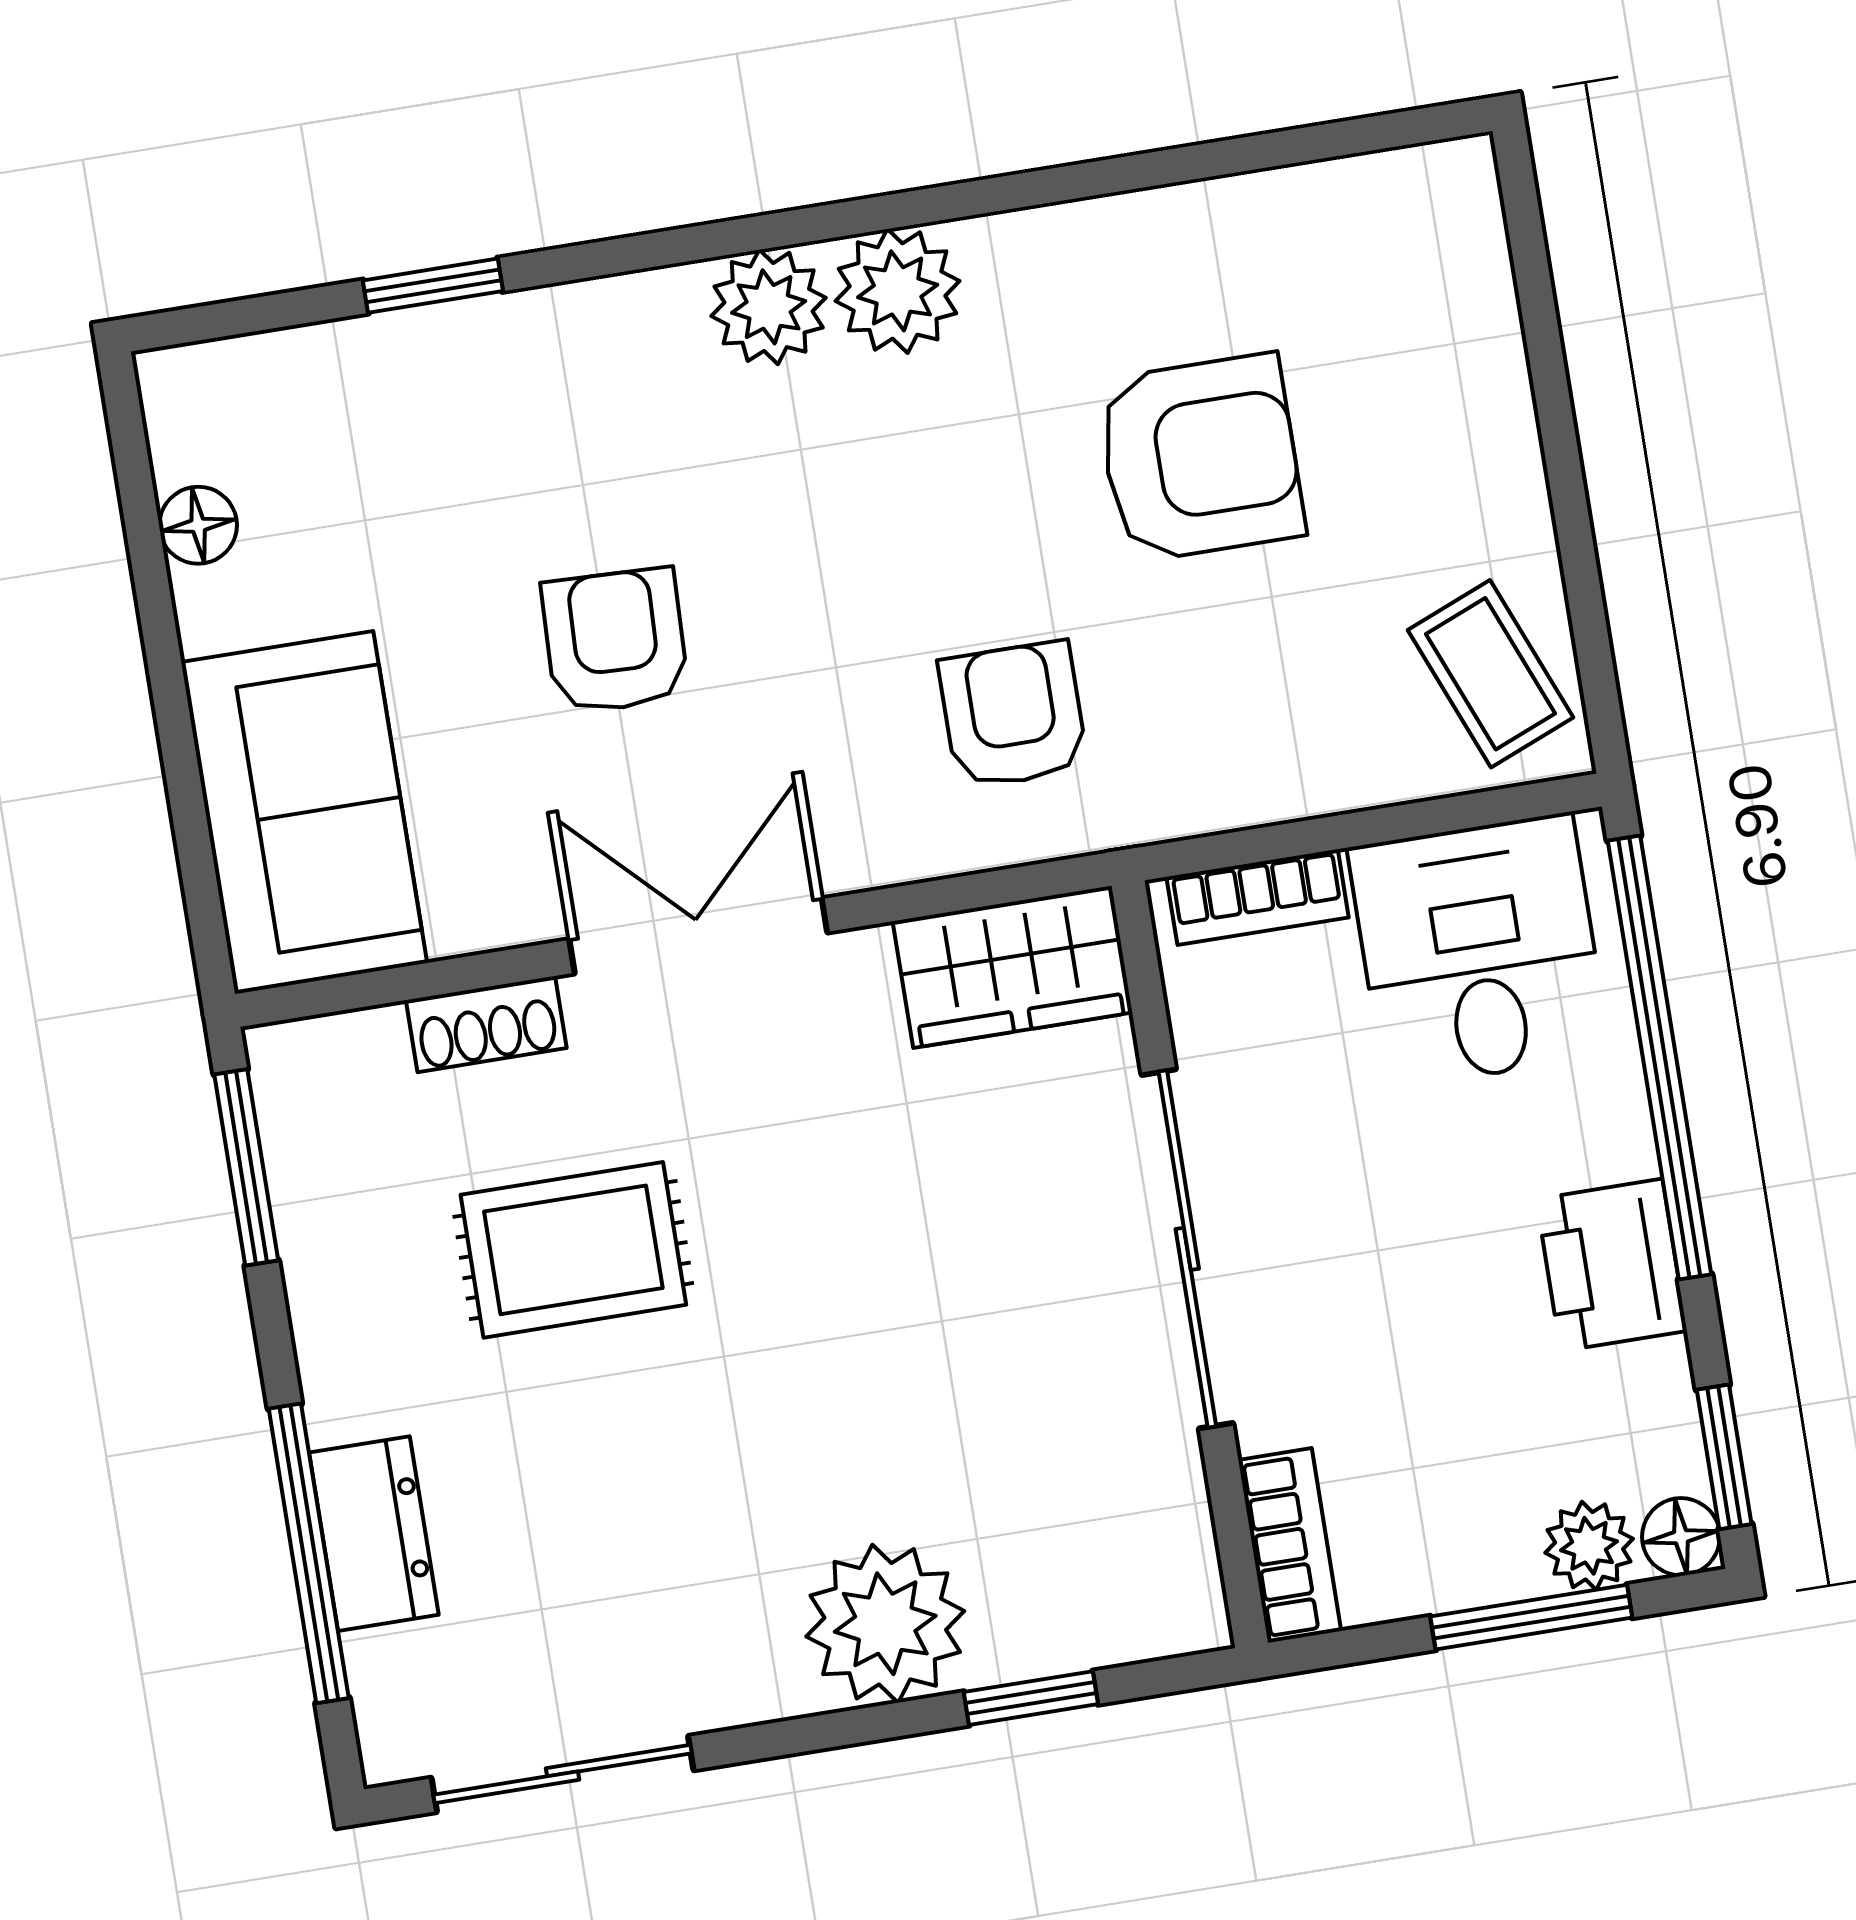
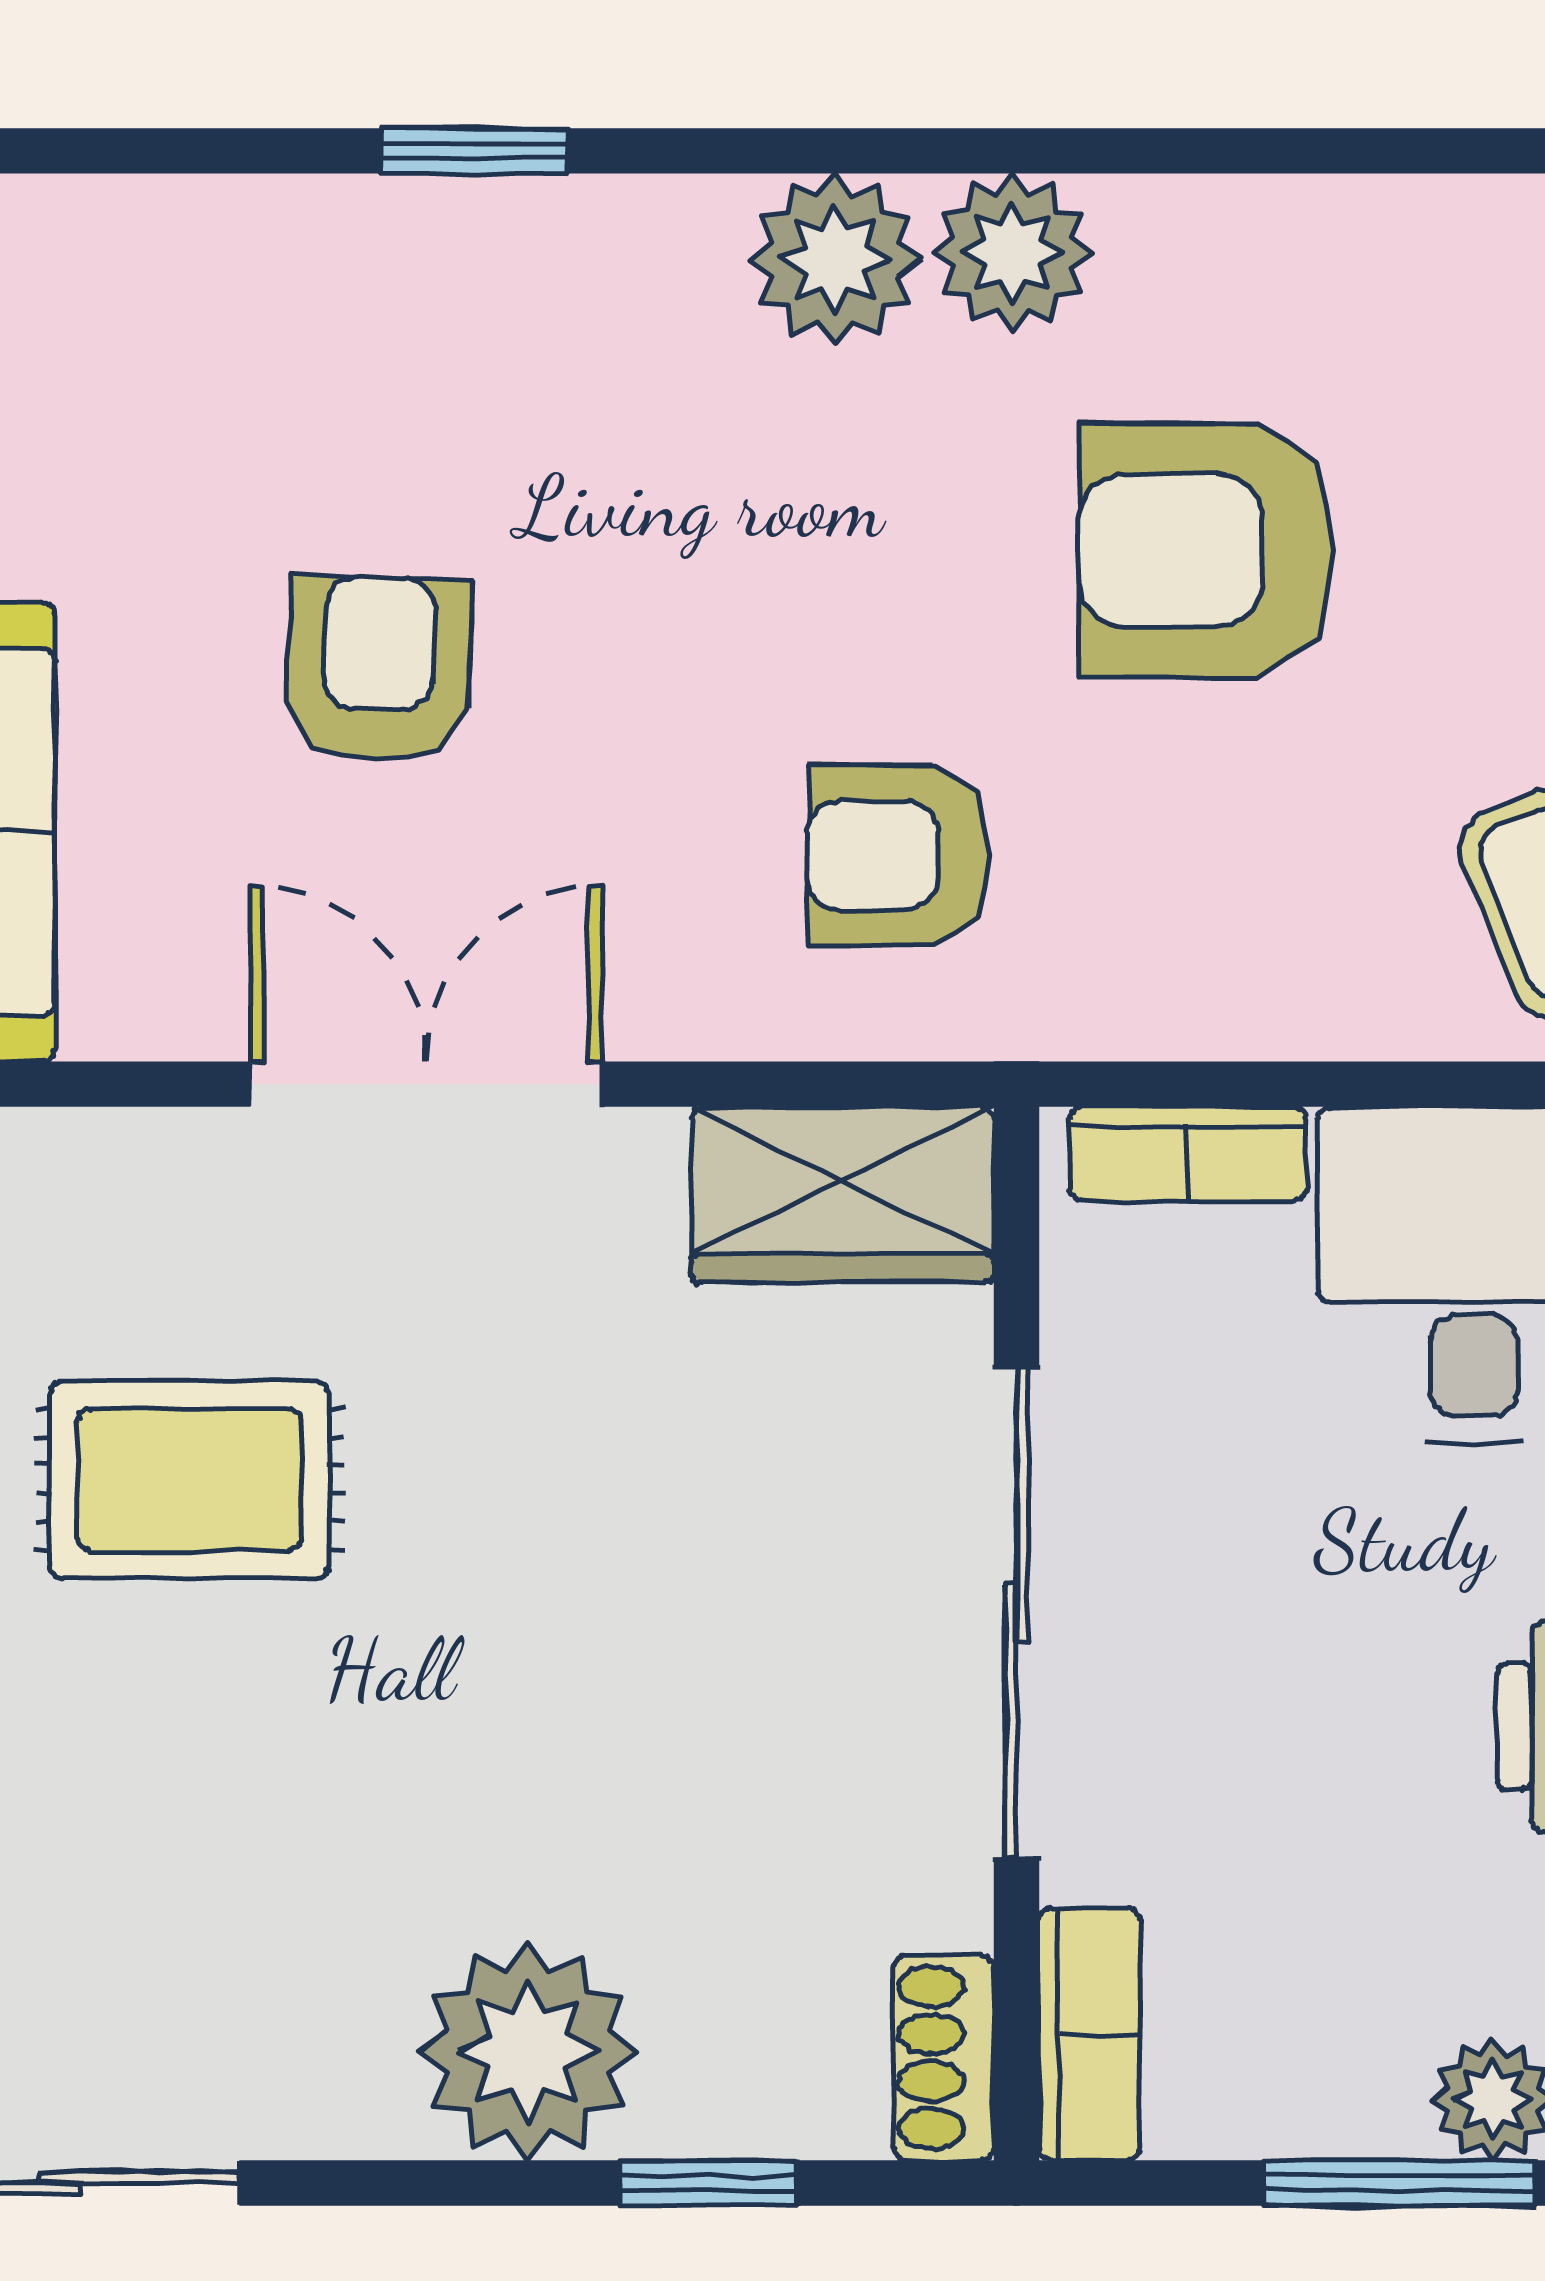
window: (433, 286) -> (474, 151), moved
plant: (769, 307) -> (1012, 253), moved
armchair: (1200, 458) -> (1206, 550), turned 180
armchair: (1013, 715) -> (898, 855), turned -90
shoe rack: (486, 1024) -> (944, 2057), moved, turned 90

